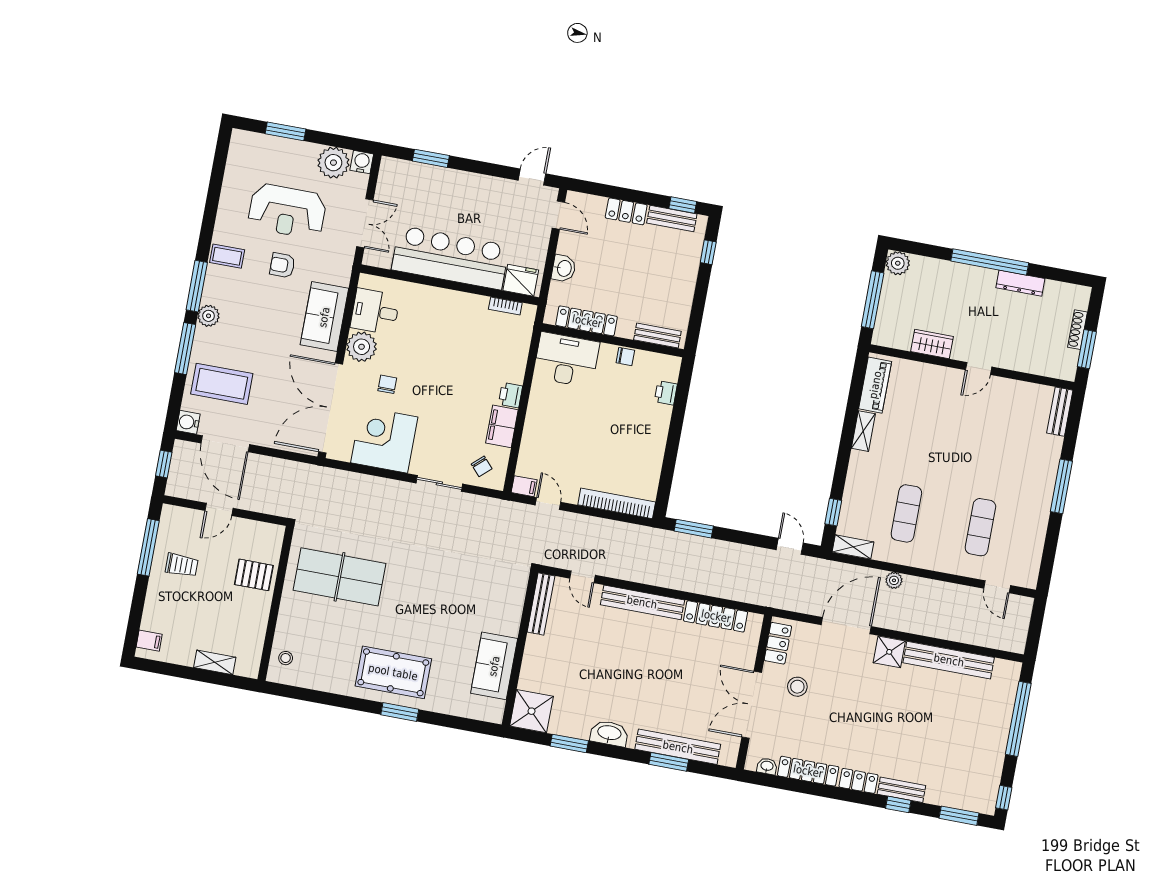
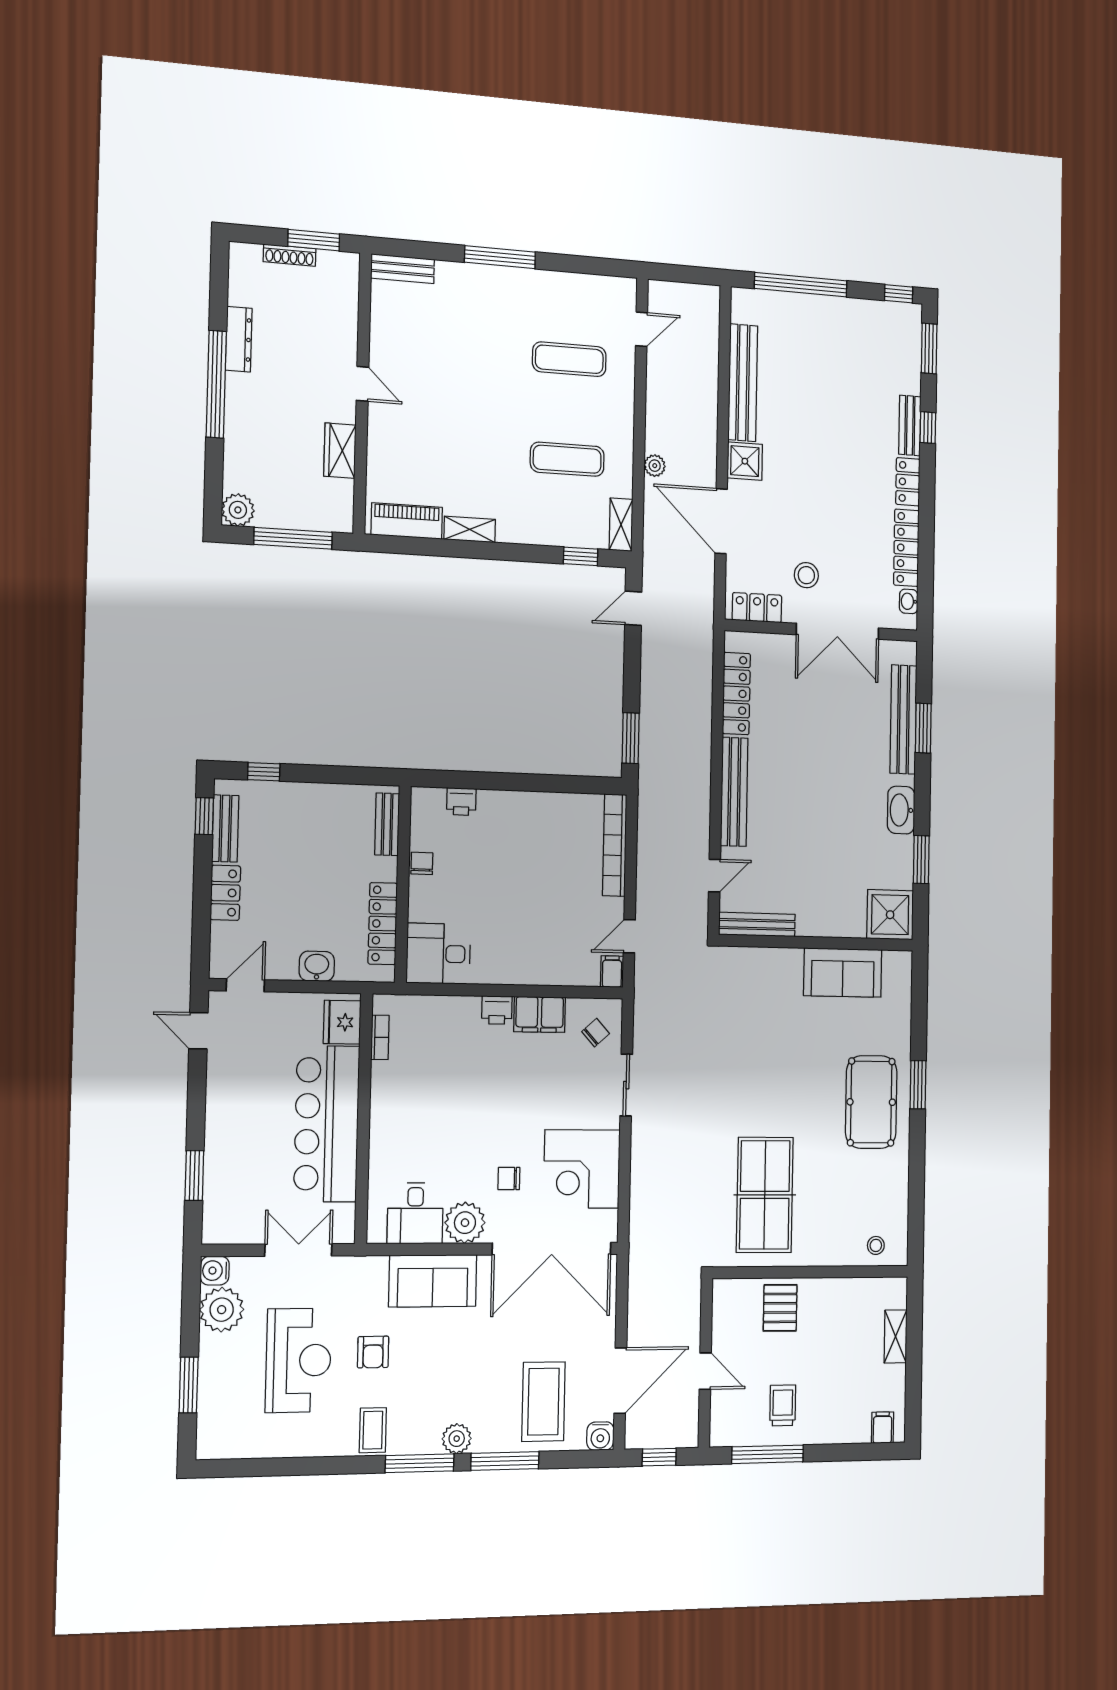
desk: (566, 360) -> (438, 954), width x0.73

